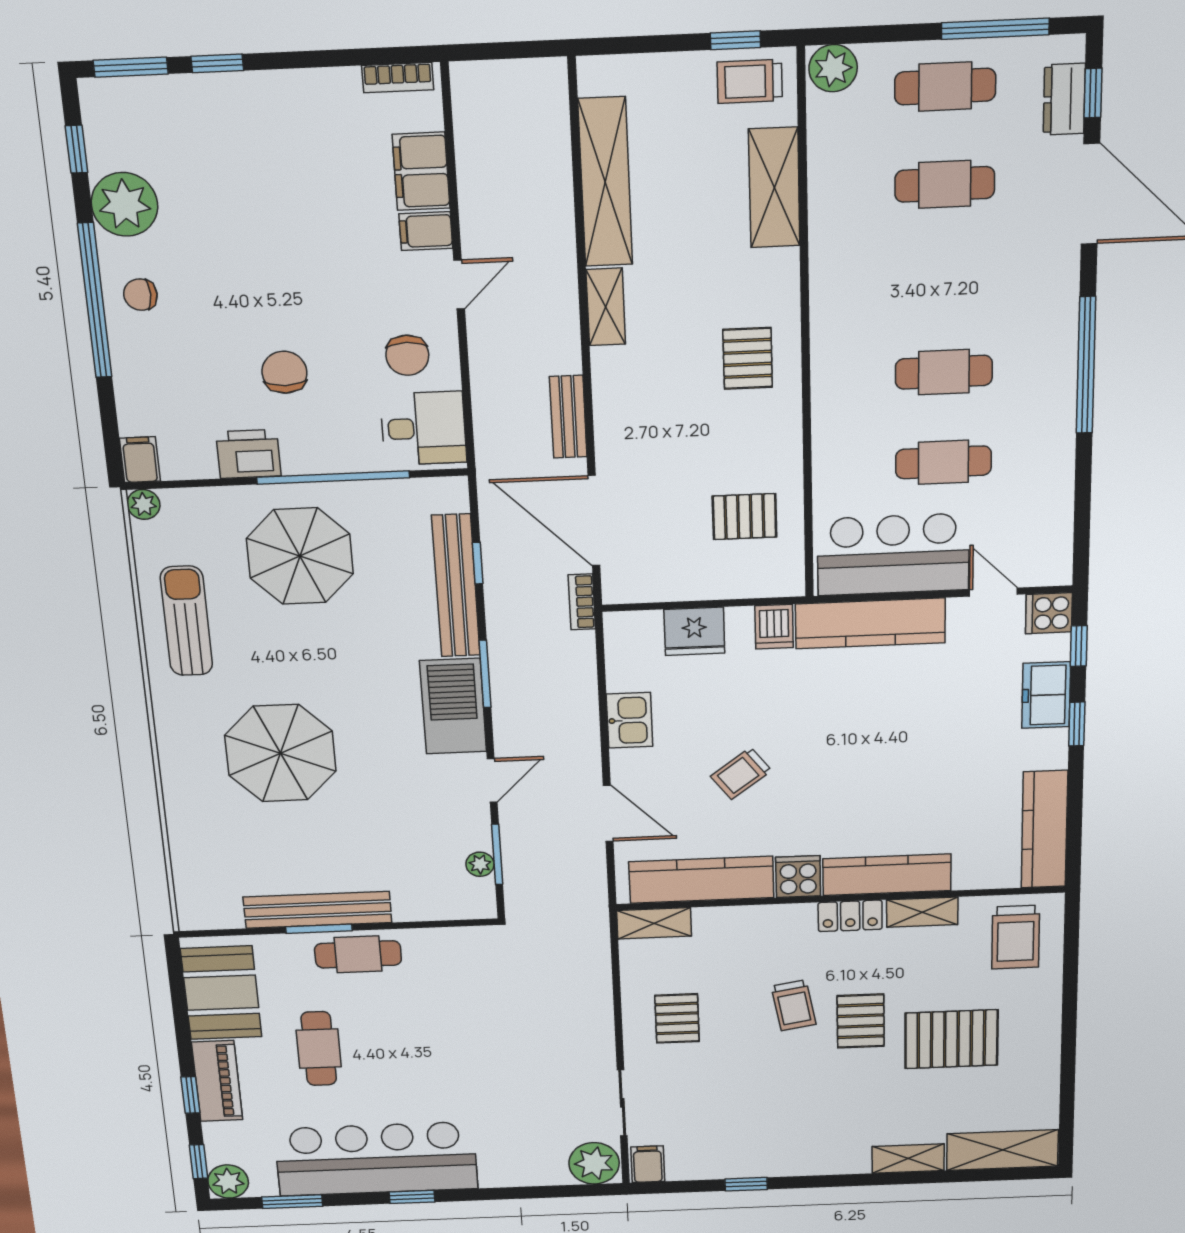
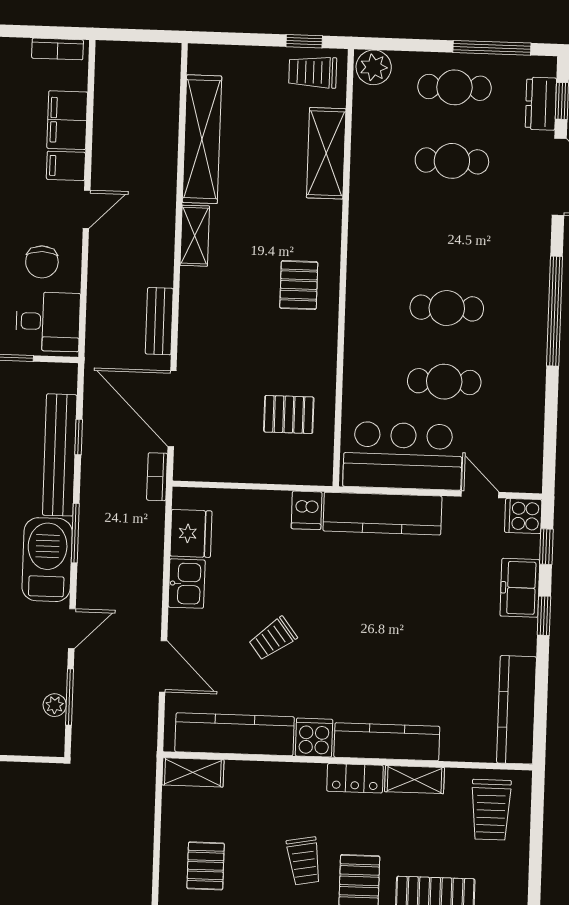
fridge: (694, 631) -> (191, 533), moved, turned -90

